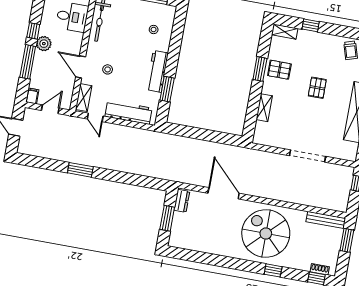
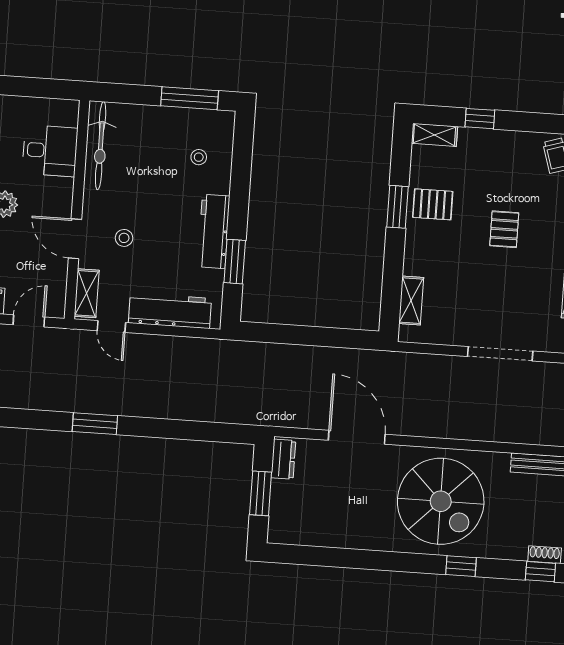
shelving: (264, 108) -> (411, 301), moved
spiral stairs: (266, 233) -> (441, 501), turned 180

